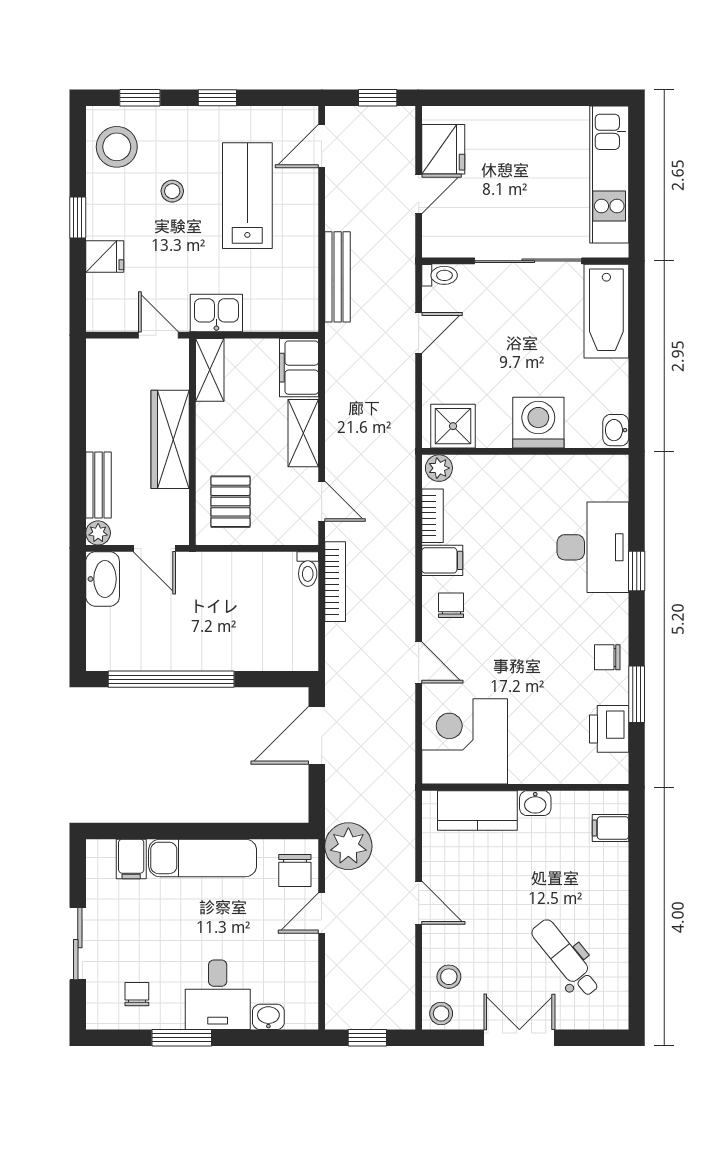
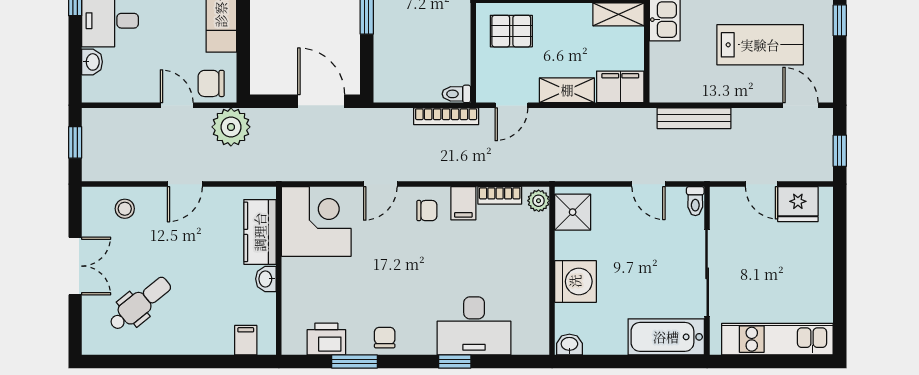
stool: (441, 1013) -> (95, 202), removed

